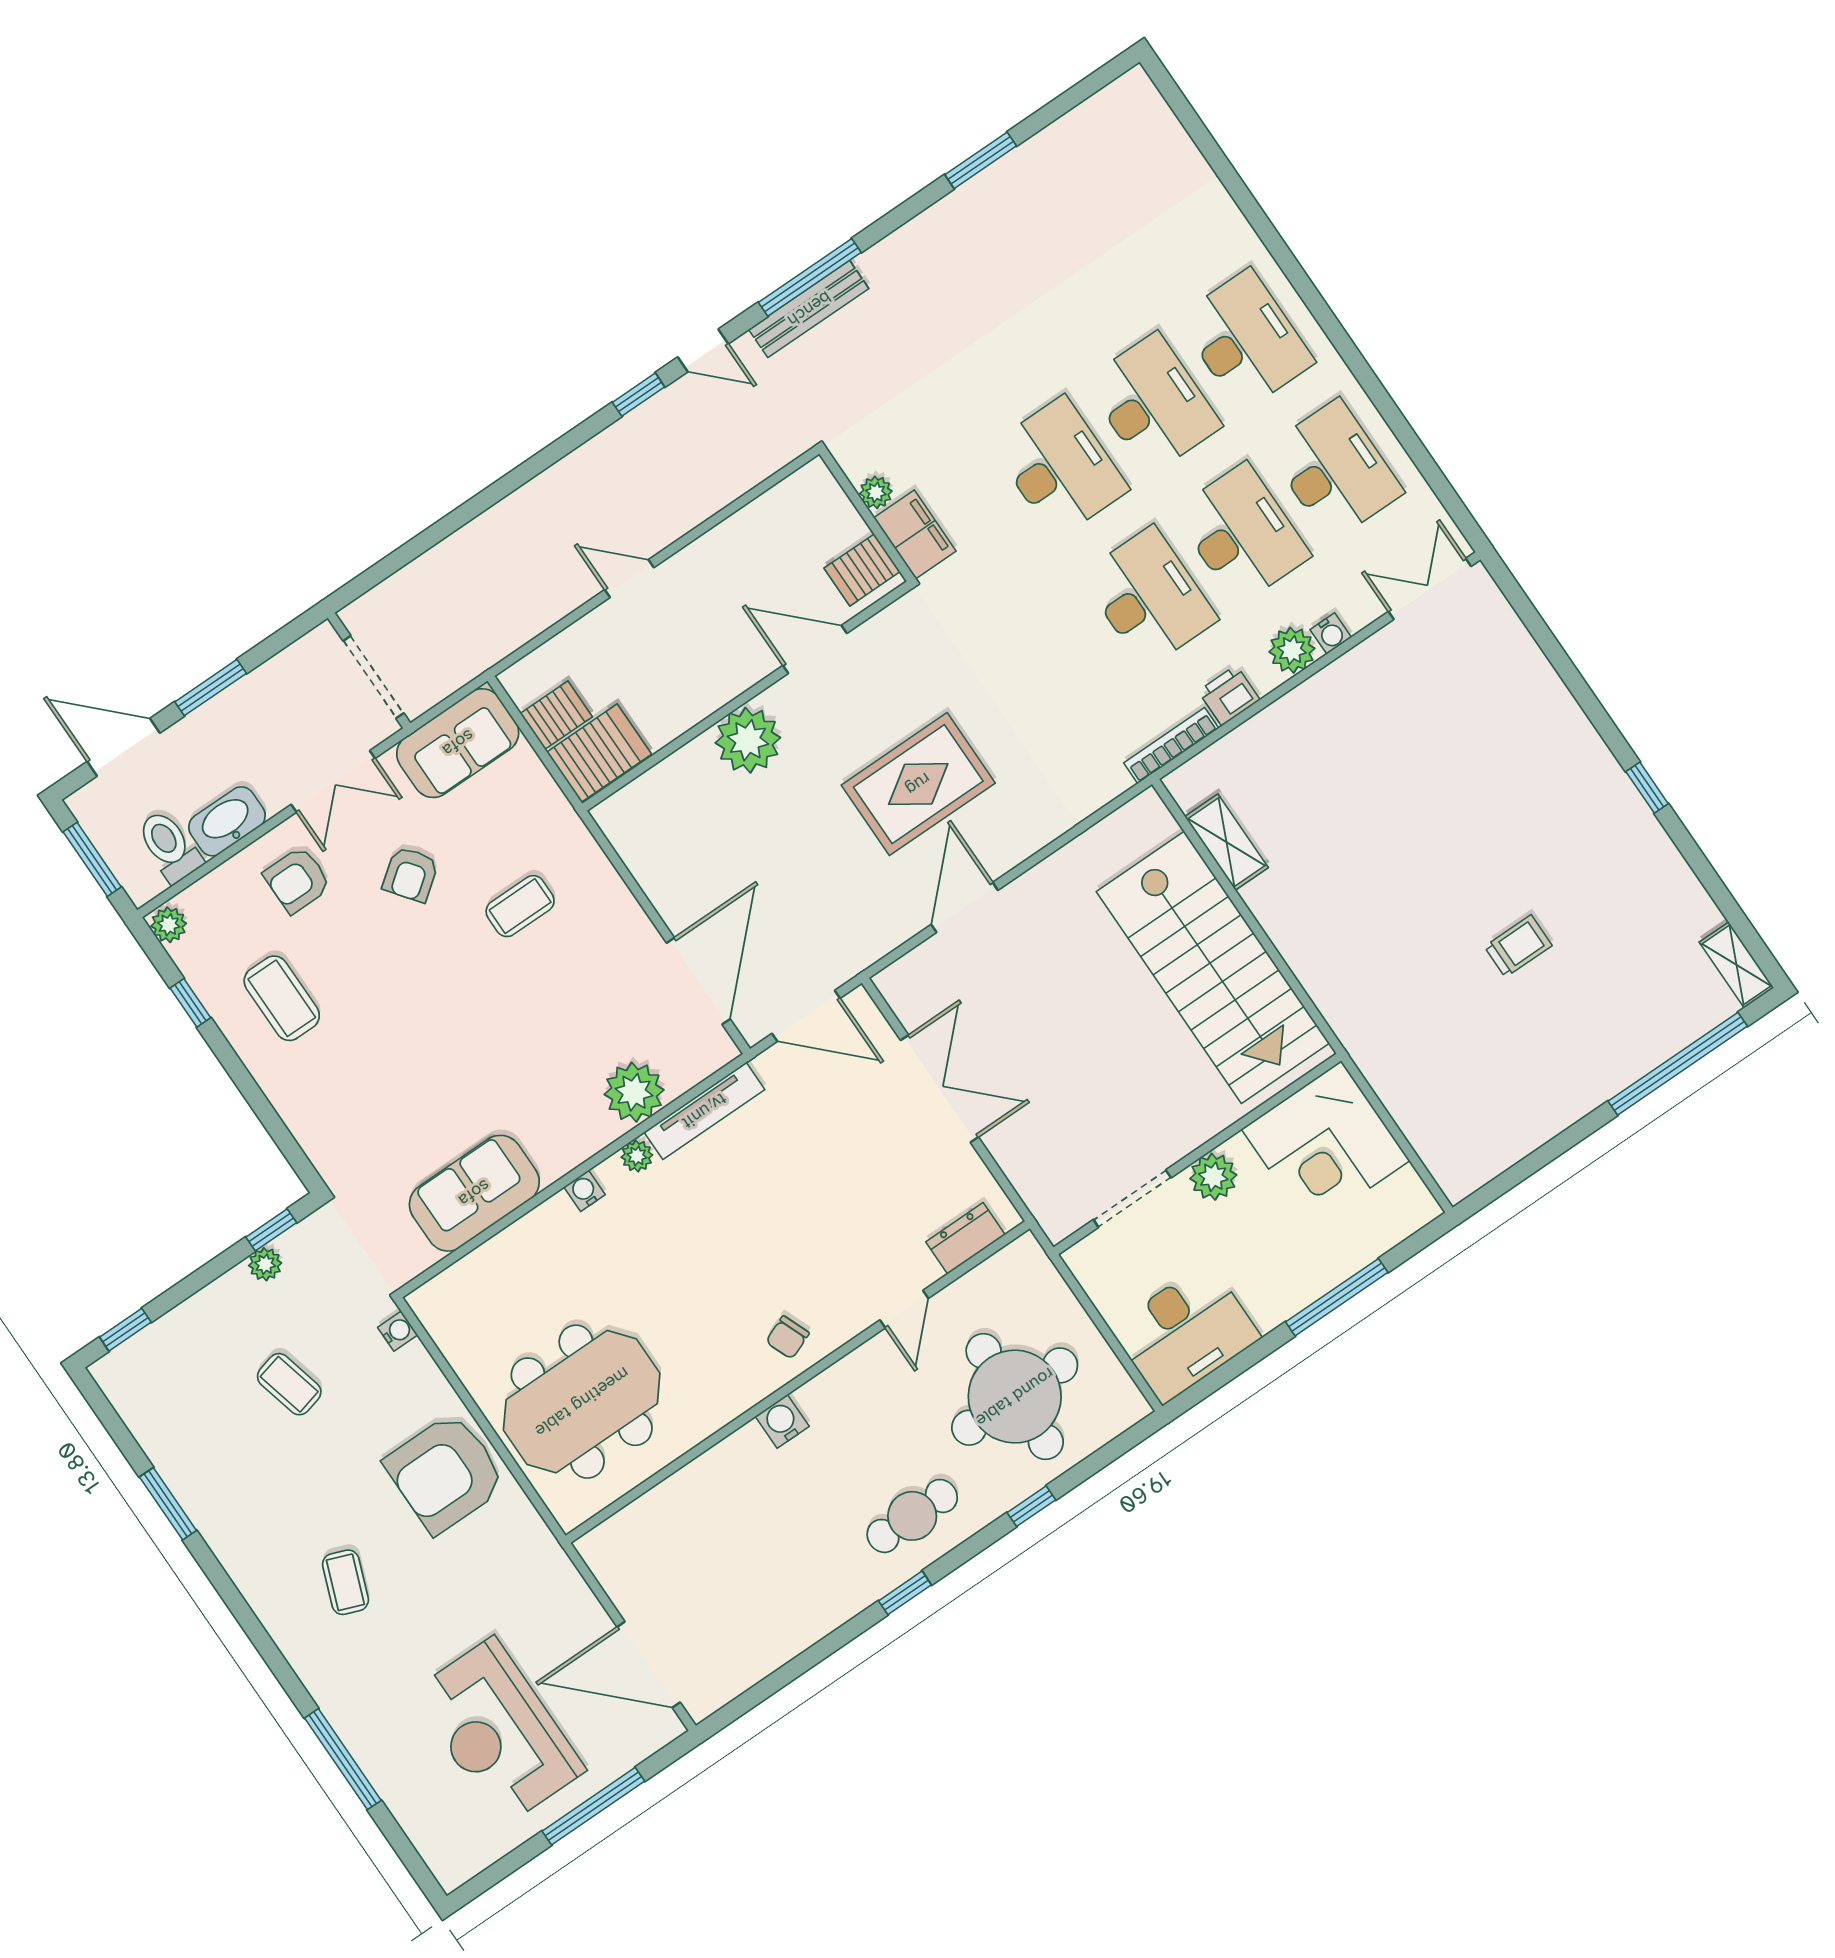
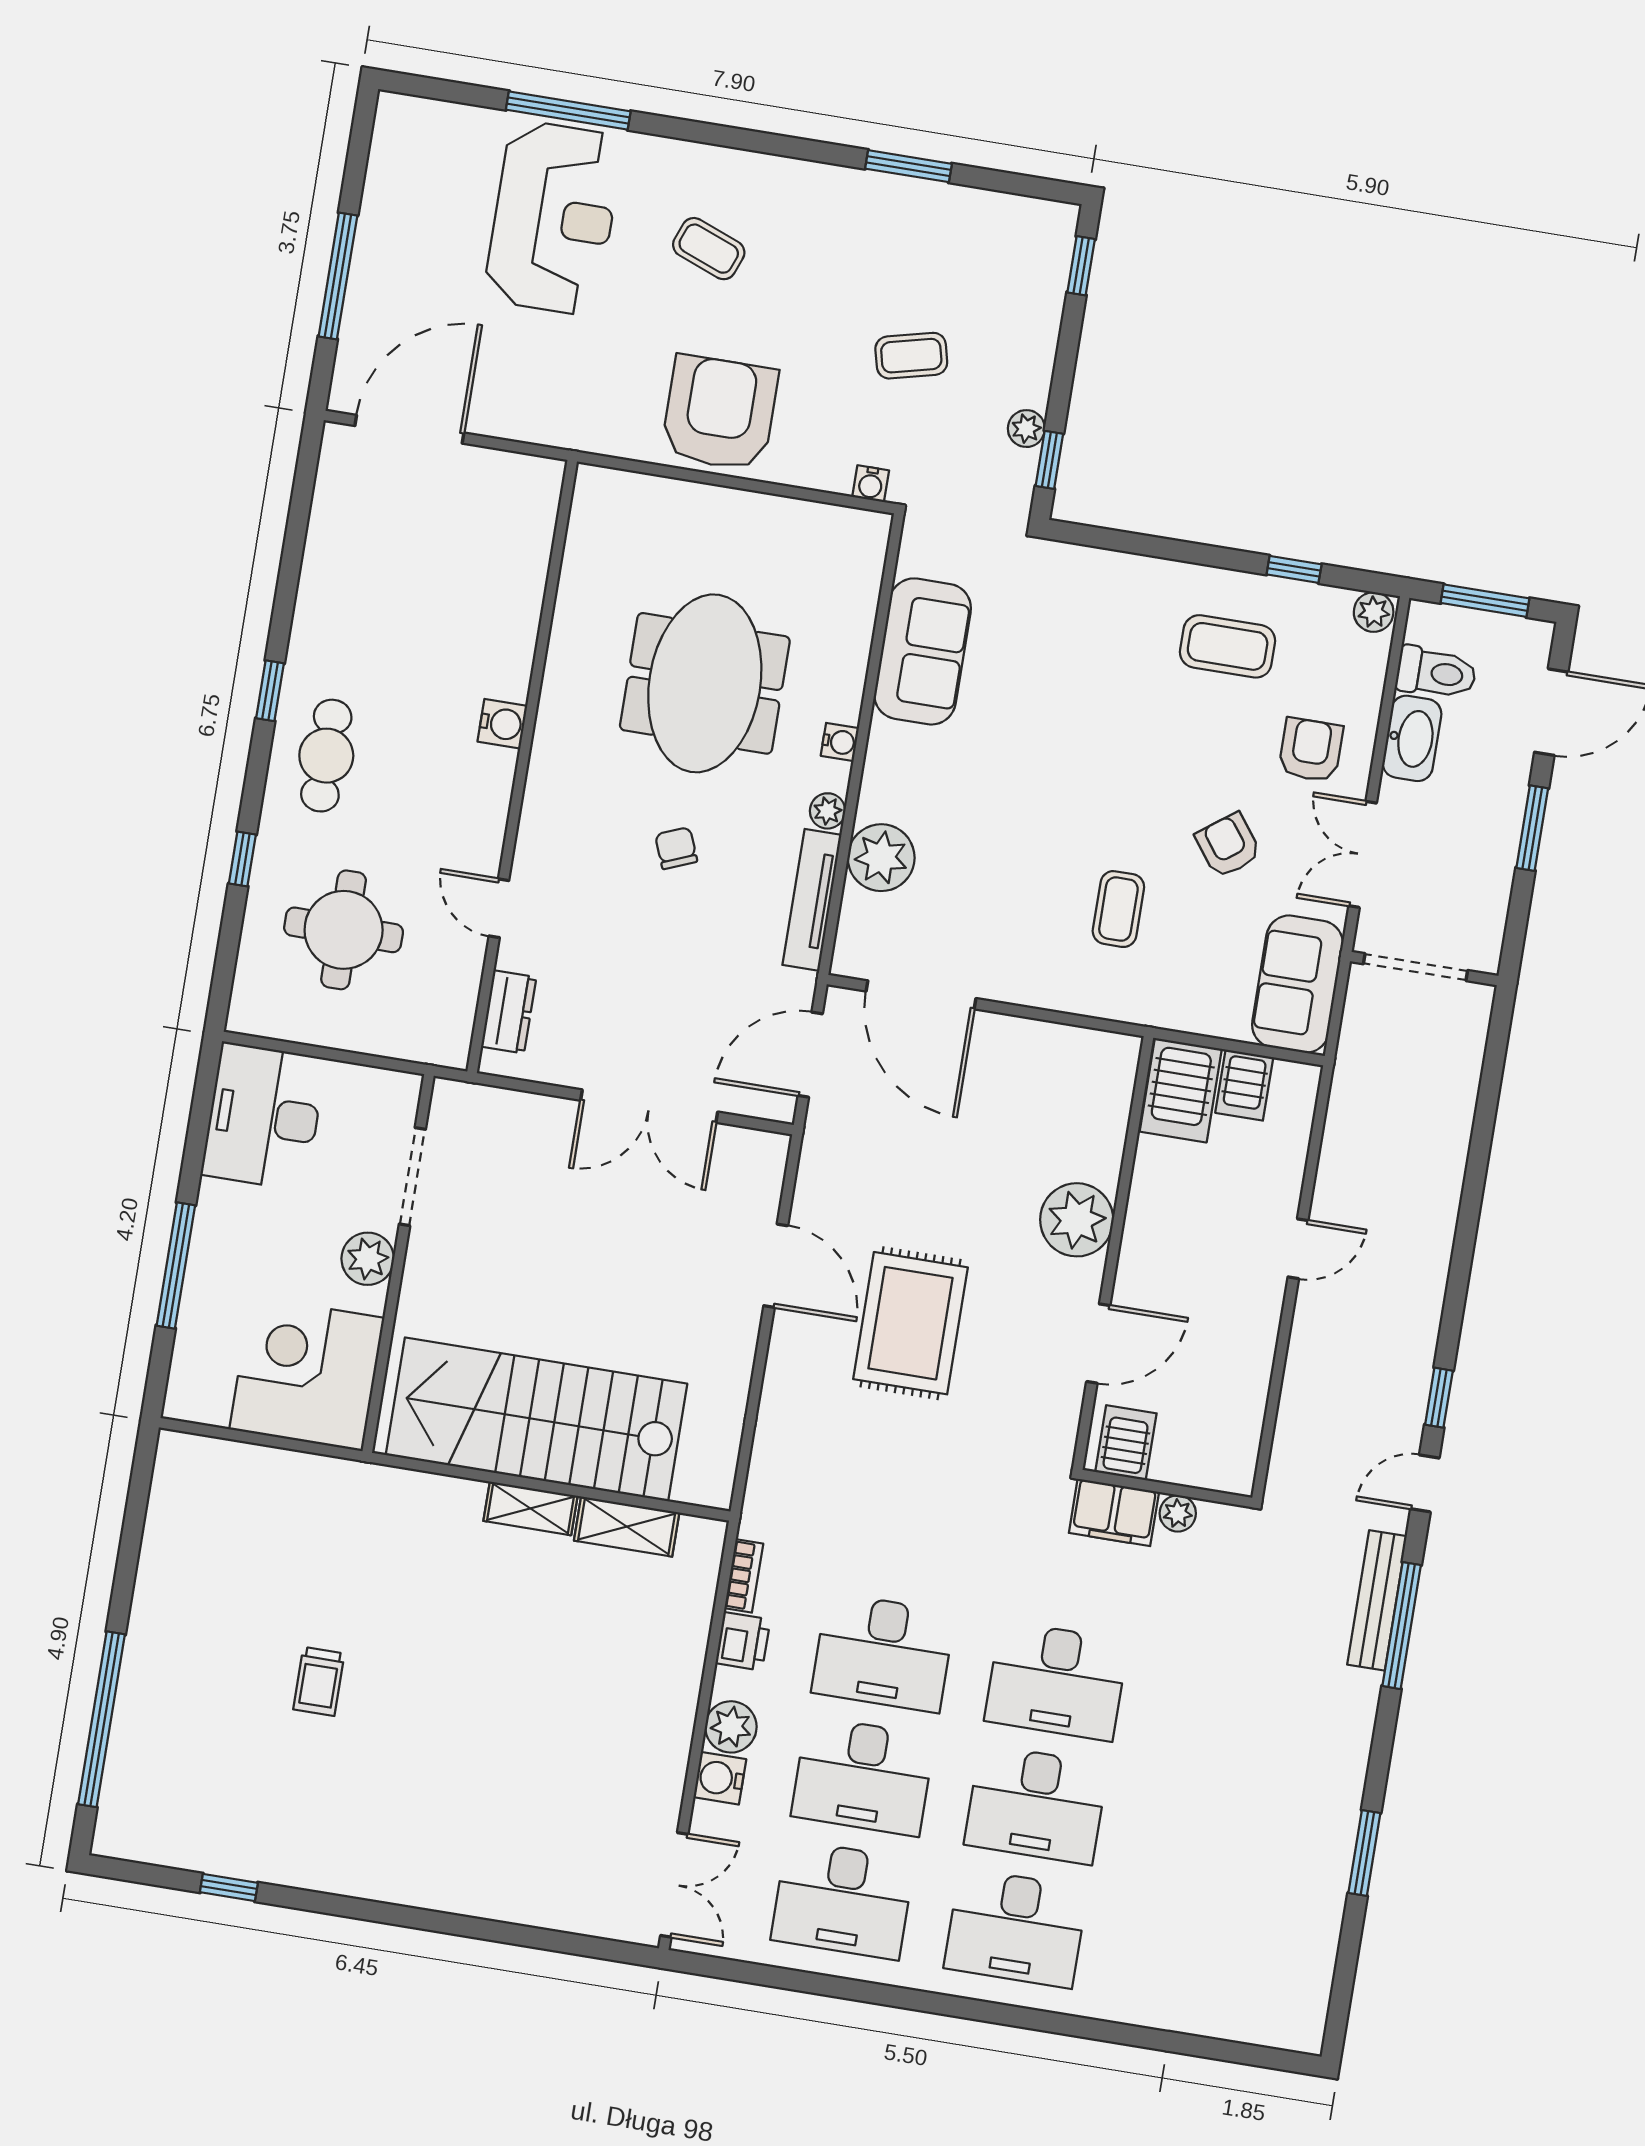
water cooler: (1331, 633) -> (720, 1778), width x1.38, depth x1.38
bookcase: (1171, 746) -> (744, 1576), width x0.64
window: (1647, 788) -> (229, 1887), moved
shelving: (1736, 965) -> (530, 1508), moved
chair: (787, 1337) -> (676, 848), moved
round table: (1015, 1397) -> (344, 930), width x0.73, depth x0.73
meeting table: (582, 1402) -> (705, 683), moved
reception desk: (498, 1732) -> (554, 218), moved, turned 90

